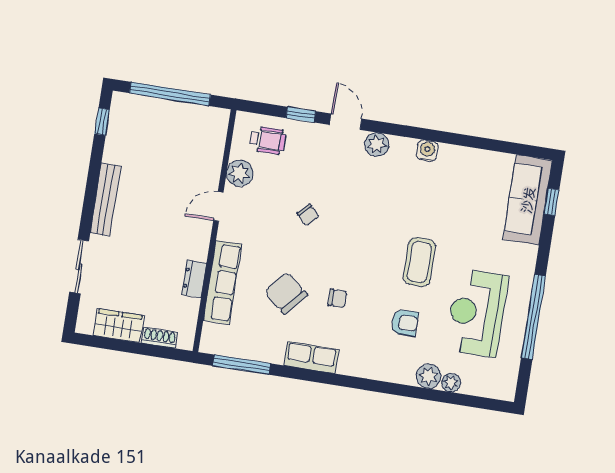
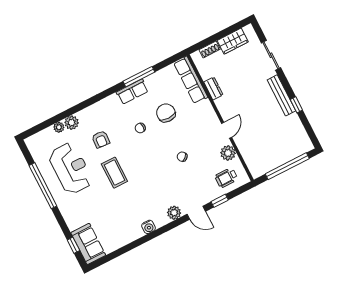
window: (102, 122) -> (296, 105), moved
sofa: (528, 200) -> (88, 244), width x0.73
row of seats: (222, 282) -> (191, 80), moved
chair: (286, 293) -> (166, 113), turned -130
armchair: (405, 323) -> (101, 139), turned -86
window: (242, 365) -> (139, 77), moved

